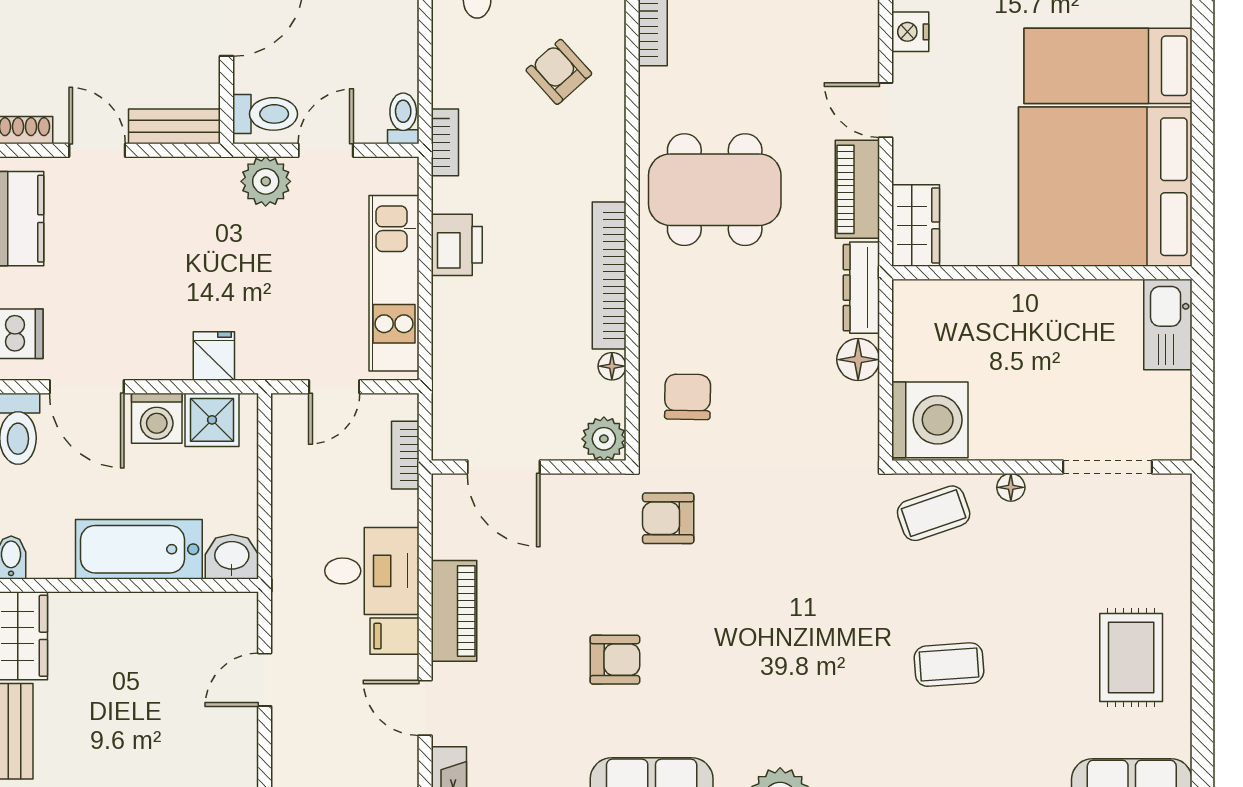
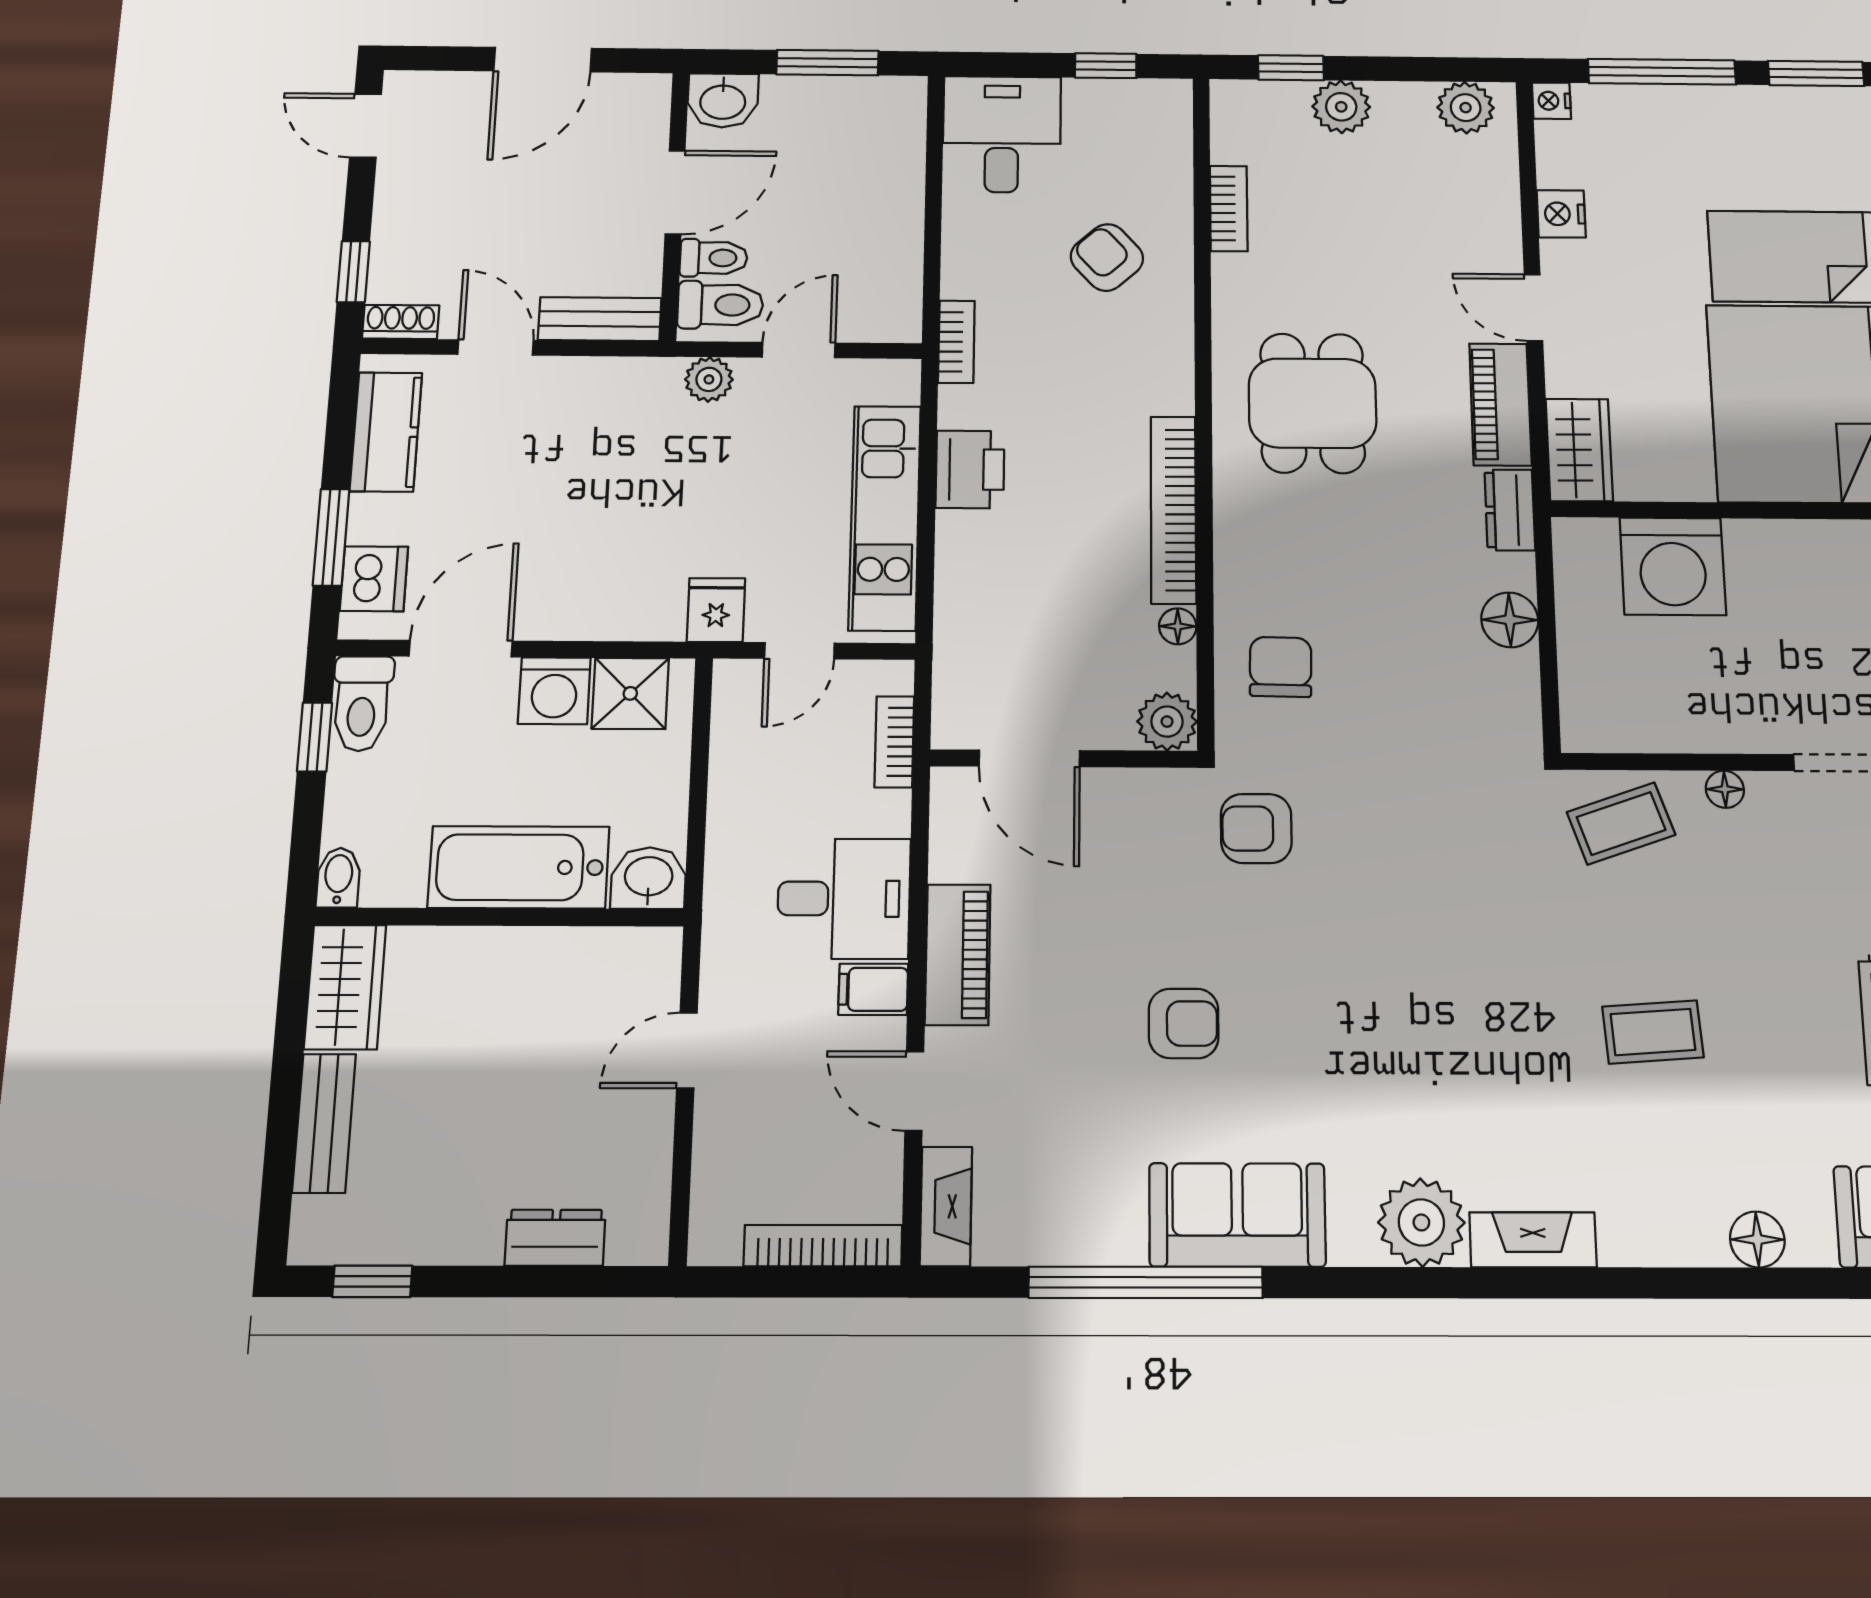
toilet: (403, 118) -> (714, 258), moved, turned 90
plant: (266, 181) -> (709, 379), width x0.73, depth x0.73
dining table: (715, 190) -> (1312, 403), width x0.73
dresser: (861, 288) -> (1510, 510), width x0.70
fridge: (214, 356) -> (716, 610), moved
door: (87, 387) -> (461, 649), swing flipped
washing machine: (930, 420) -> (1673, 566), moved, turned 90

